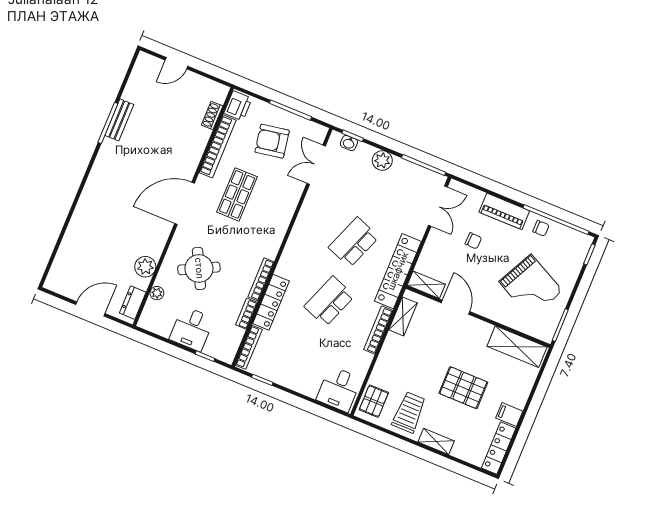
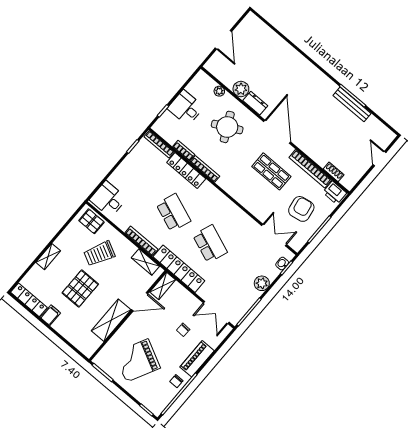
bench: (119, 120) -> (352, 104), width x1.36
dresser: (133, 303) -> (255, 103), moved
shelving: (517, 347) -> (111, 320), moved
trolley: (409, 412) -> (99, 254), moved, turned 117

